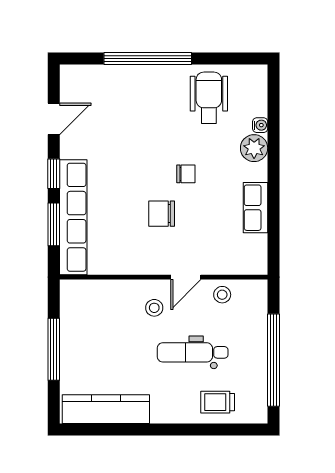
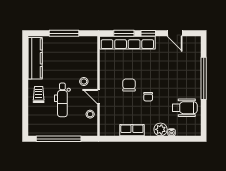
dental chair: (193, 352) -> (62, 100), turned 180
trolley: (218, 402) -> (39, 95), moved

